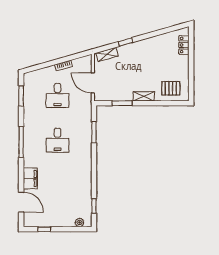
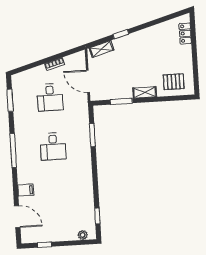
filing cabinet: (30, 178) -> (26, 190), width x0.50

